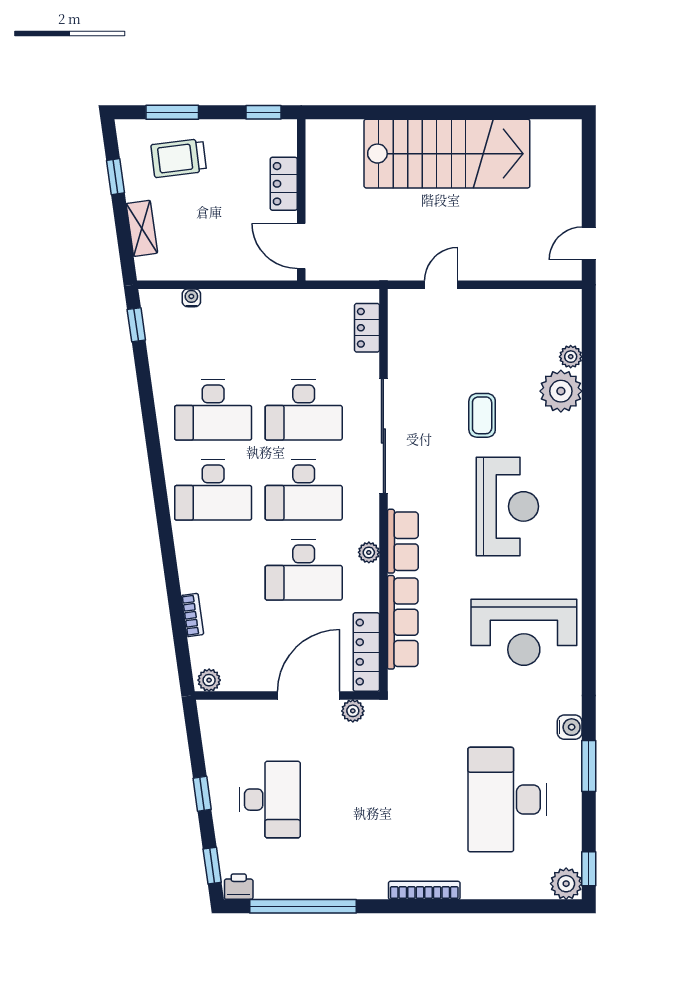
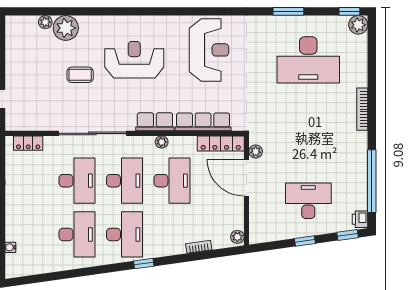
window: (136, 325) -> (144, 264), moved
water cooler: (570, 727) -> (265, 23), removed

